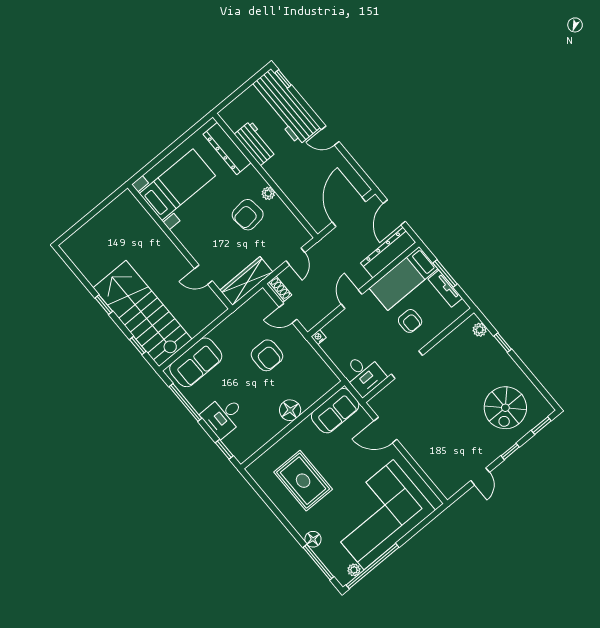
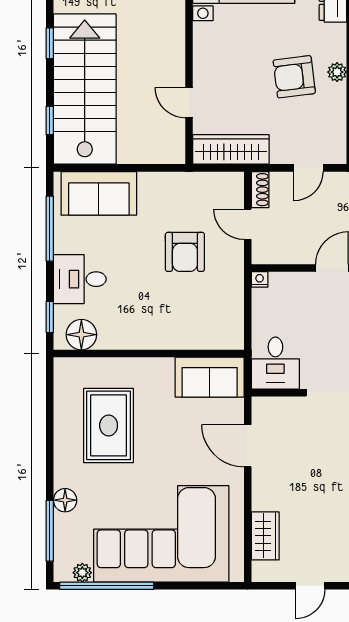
floor lamp: (290, 410) -> (81, 335), moved
wardrobe: (434, 470) -> (265, 536), added

